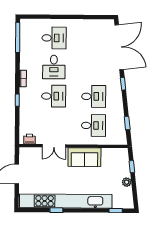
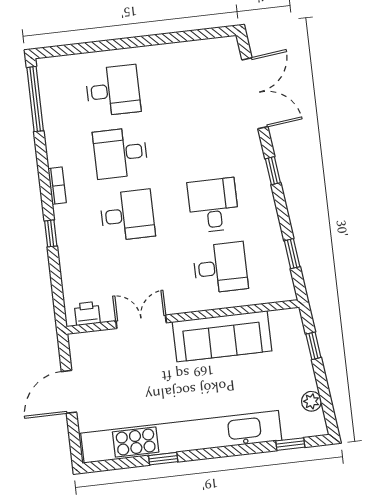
double door: (119, 47) -> (255, 93), width x0.73
desk: (54, 67) -> (120, 153), turned 90
desk: (94, 96) -> (213, 205), turned -90
double door: (54, 146) -> (141, 322), swing flipped
sofa: (84, 157) -> (222, 336), width x1.36
plant: (127, 182) -> (311, 401), moved

